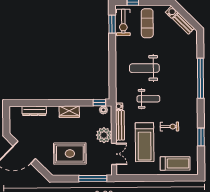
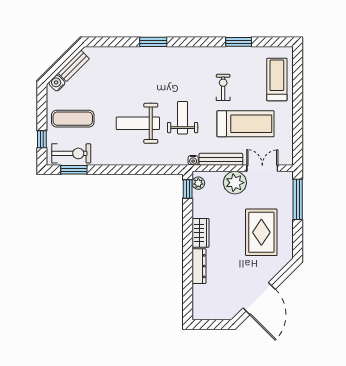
weight bench: (144, 68) -> (138, 123), turned 90
window: (200, 78) -> (153, 42), width x0.47
dresser: (34, 111) -> (199, 266), moved

